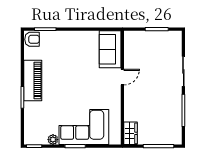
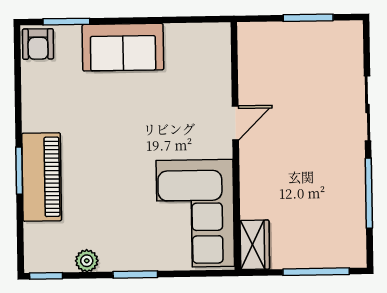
armchair: (32, 39) -> (38, 44), turned 90
sofa: (110, 49) -> (123, 47), moved, turned -90
piano: (33, 81) -> (42, 177), moved
corner sofa: (84, 127) -> (195, 213), moved, turned -90

